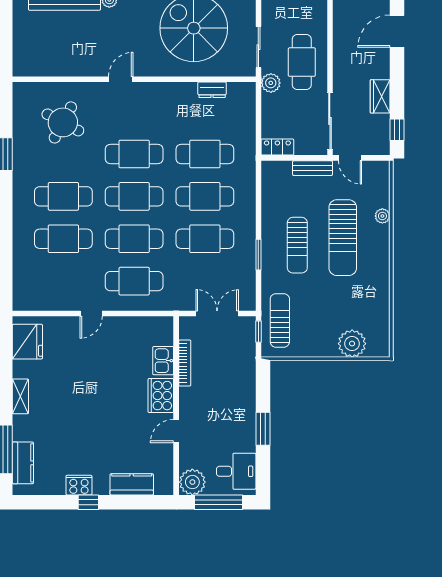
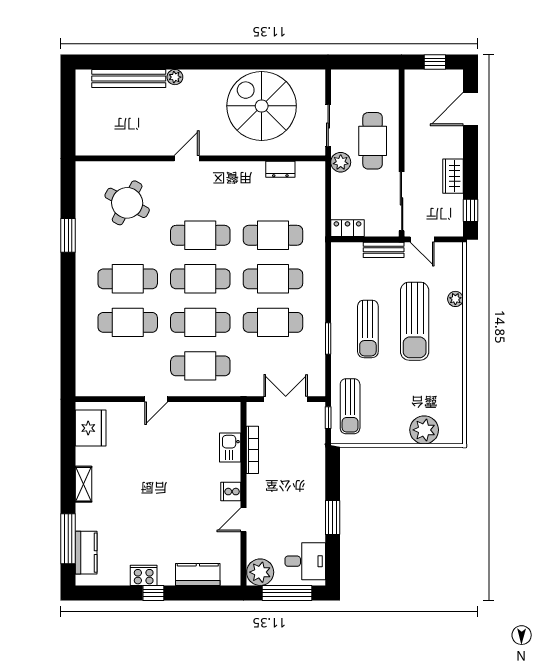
sun lounger: (280, 320) -> (350, 406), turned 180
cooker: (161, 396) -> (231, 492), width x0.53, depth x0.76

